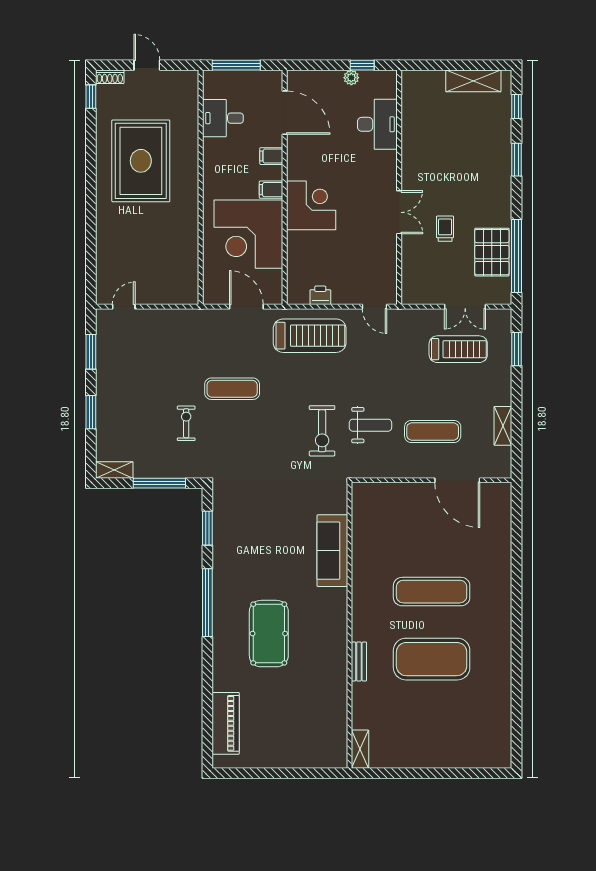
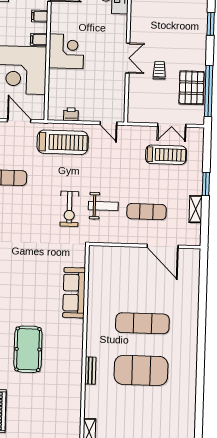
window: (516, 349) -> (206, 184), moved

